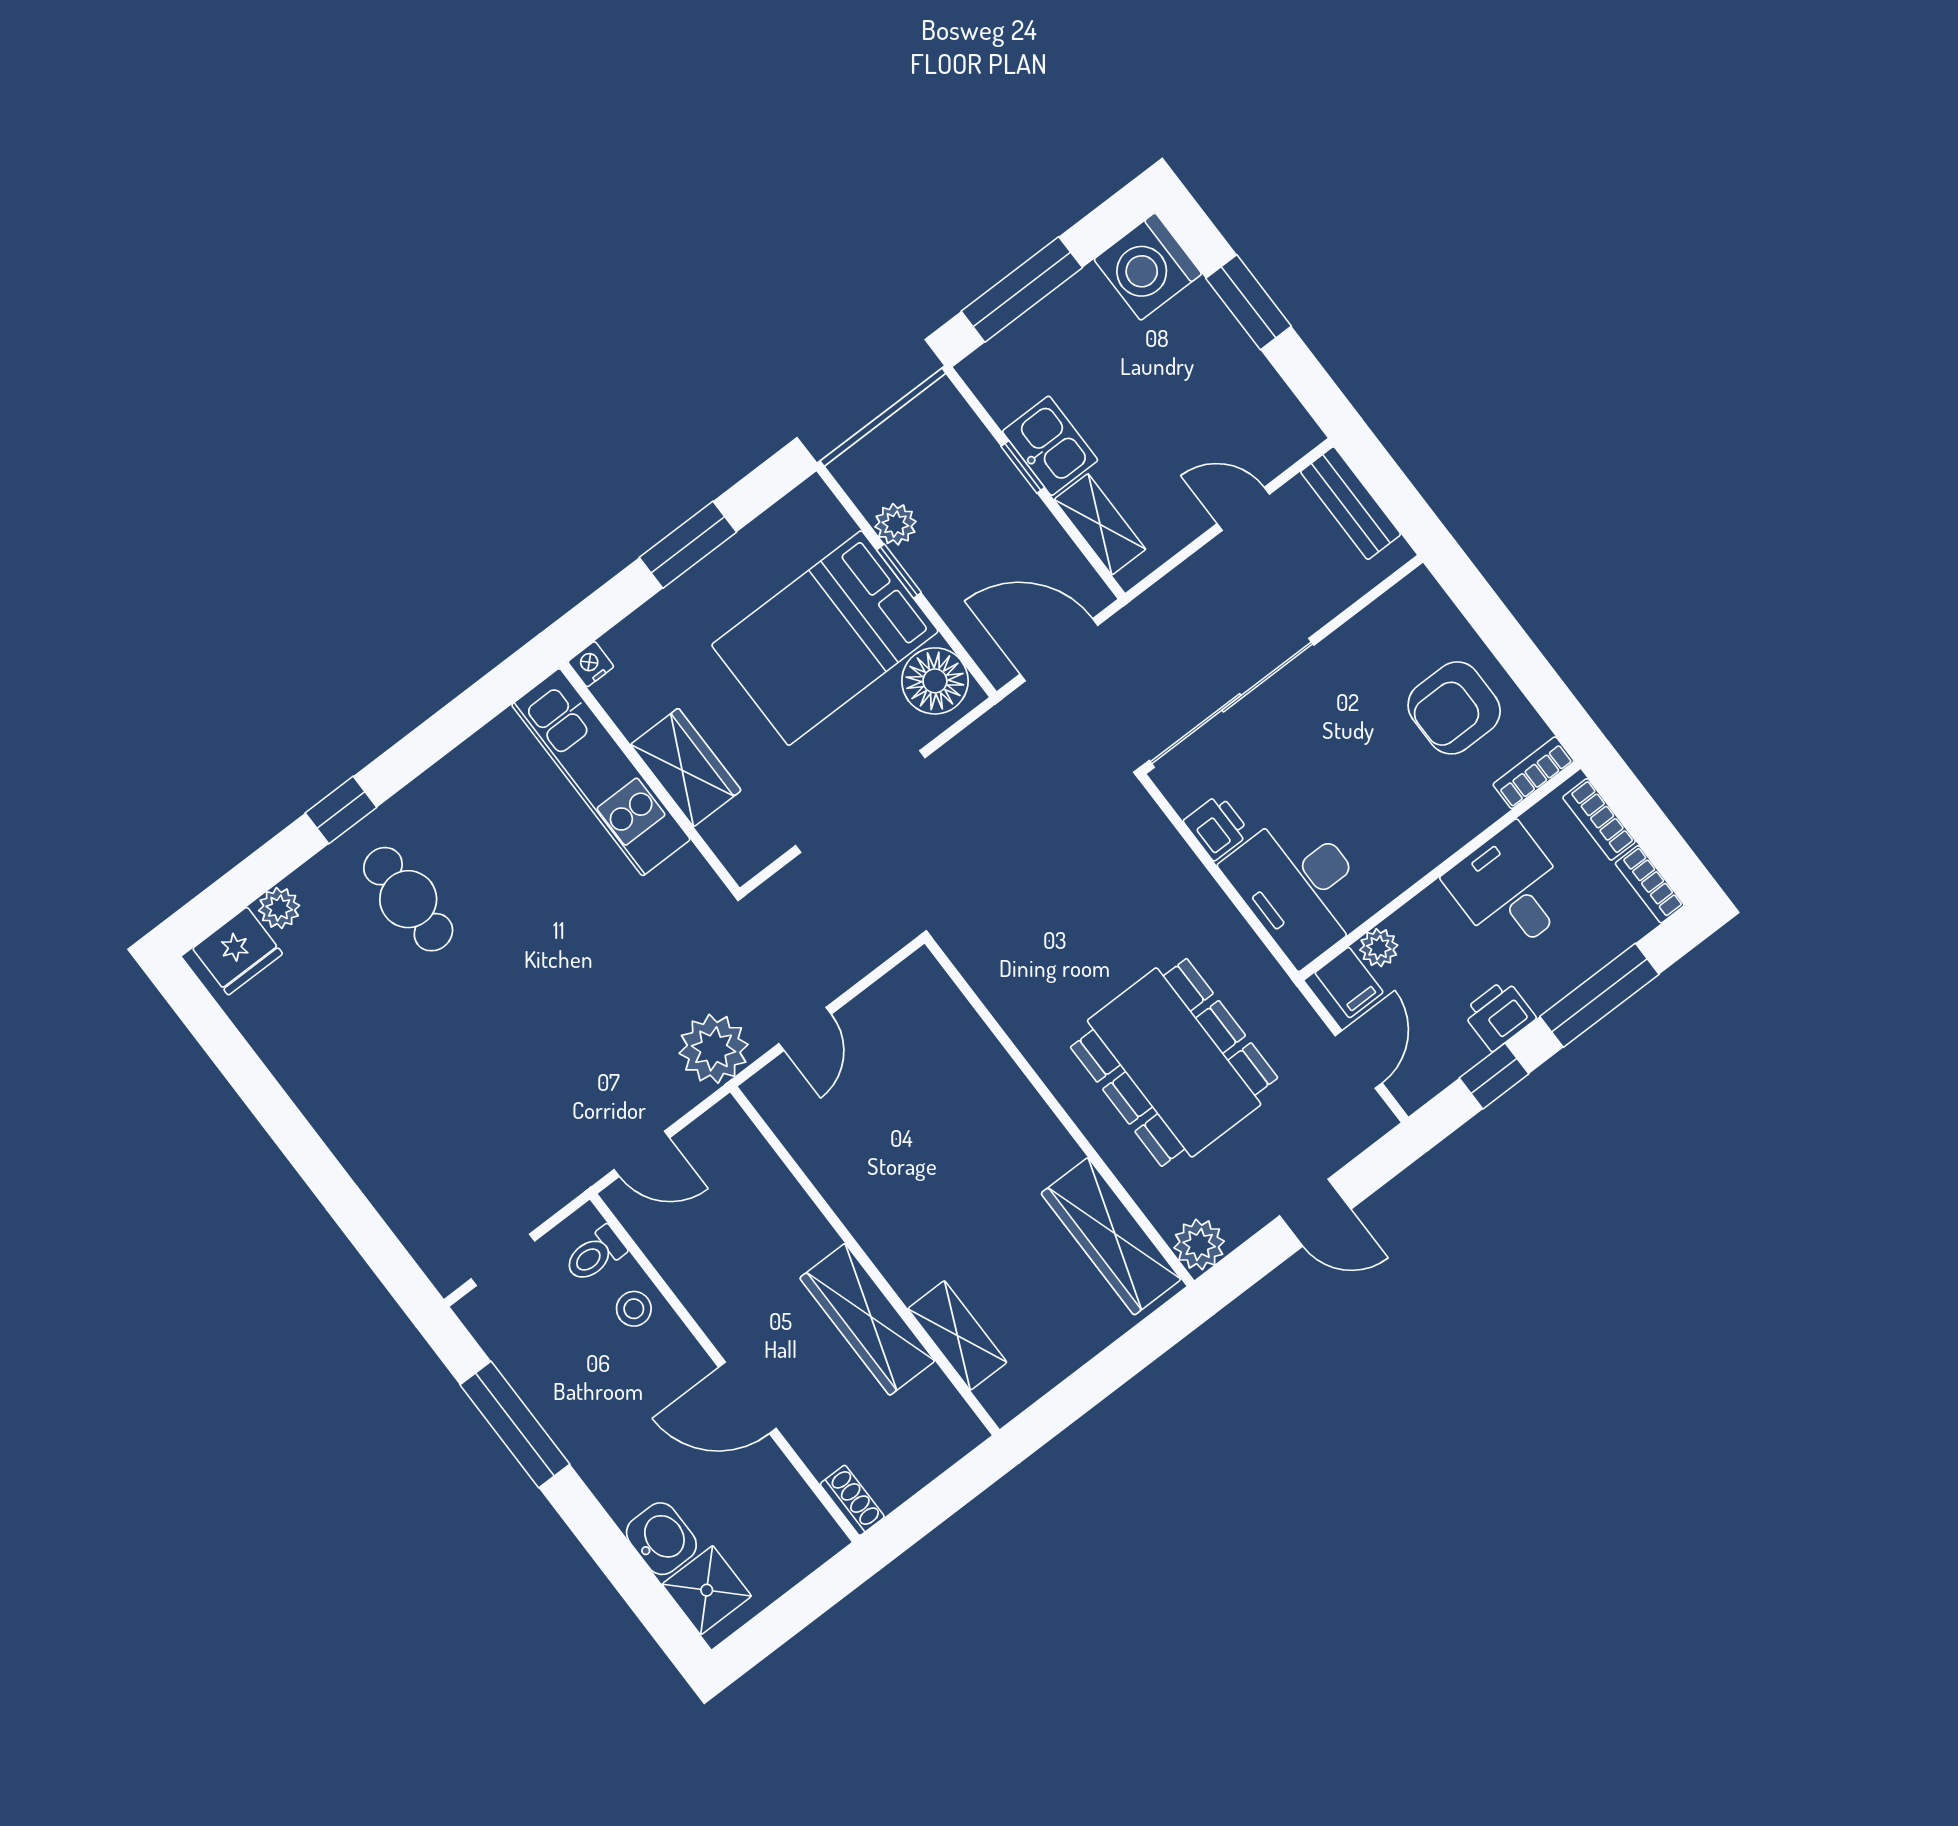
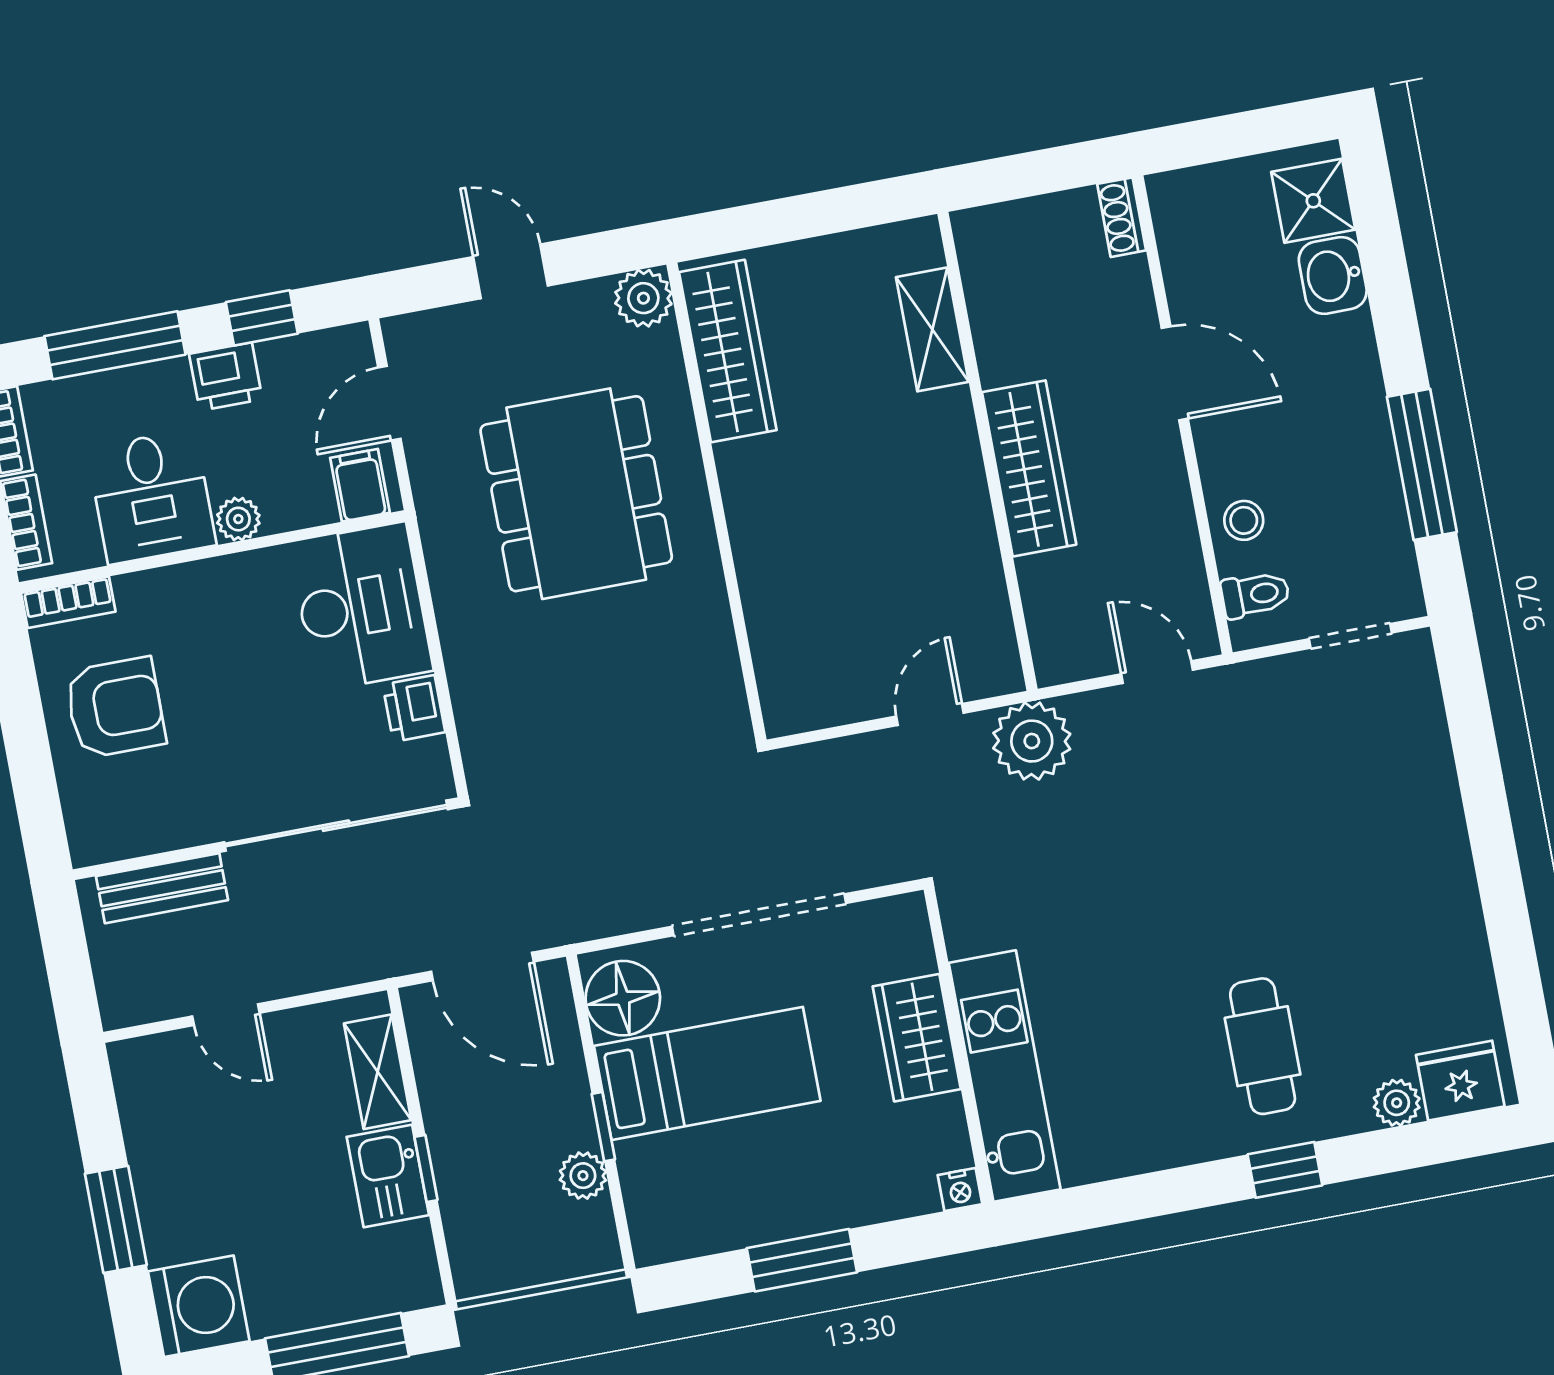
bench: (1351, 503) -> (162, 888), moved, turned 90
bed: (825, 638) -> (707, 1073), width x0.67
plant: (1379, 948) -> (238, 519), moved
wardrobe: (867, 1319) -> (1029, 468), moved

